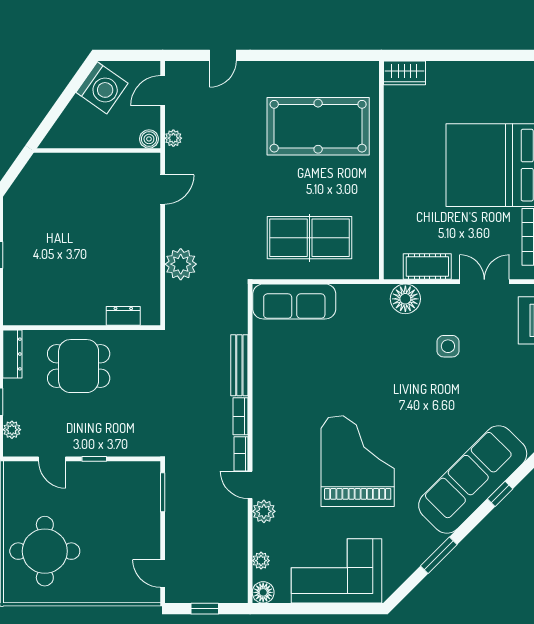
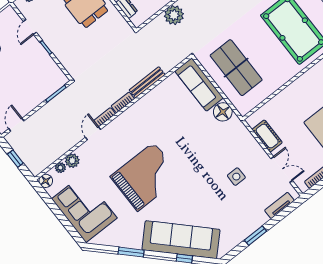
floor lamp: (405, 299) -> (223, 112), moved
plant: (264, 511) -> (72, 161), moved

